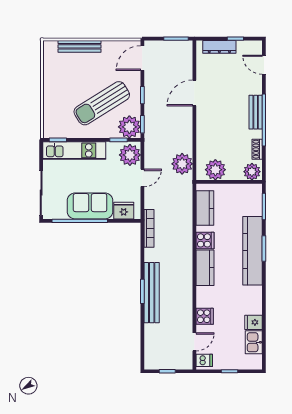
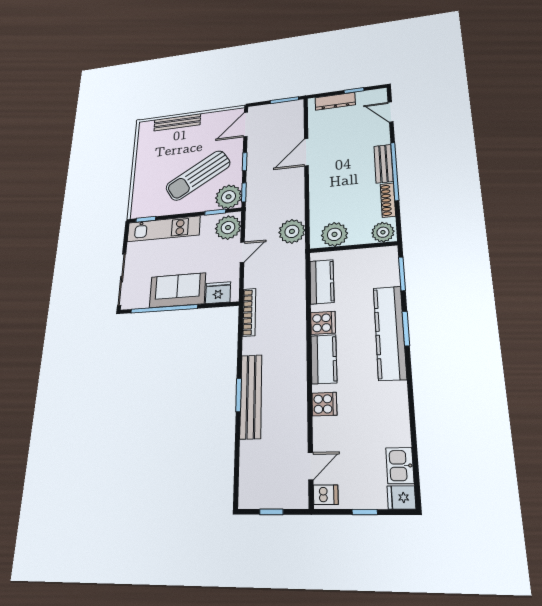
shoe rack: (257, 149) -> (388, 200), width x1.43
cooker: (205, 316) -> (324, 404), moved
fridge: (253, 322) -> (401, 497), moved

